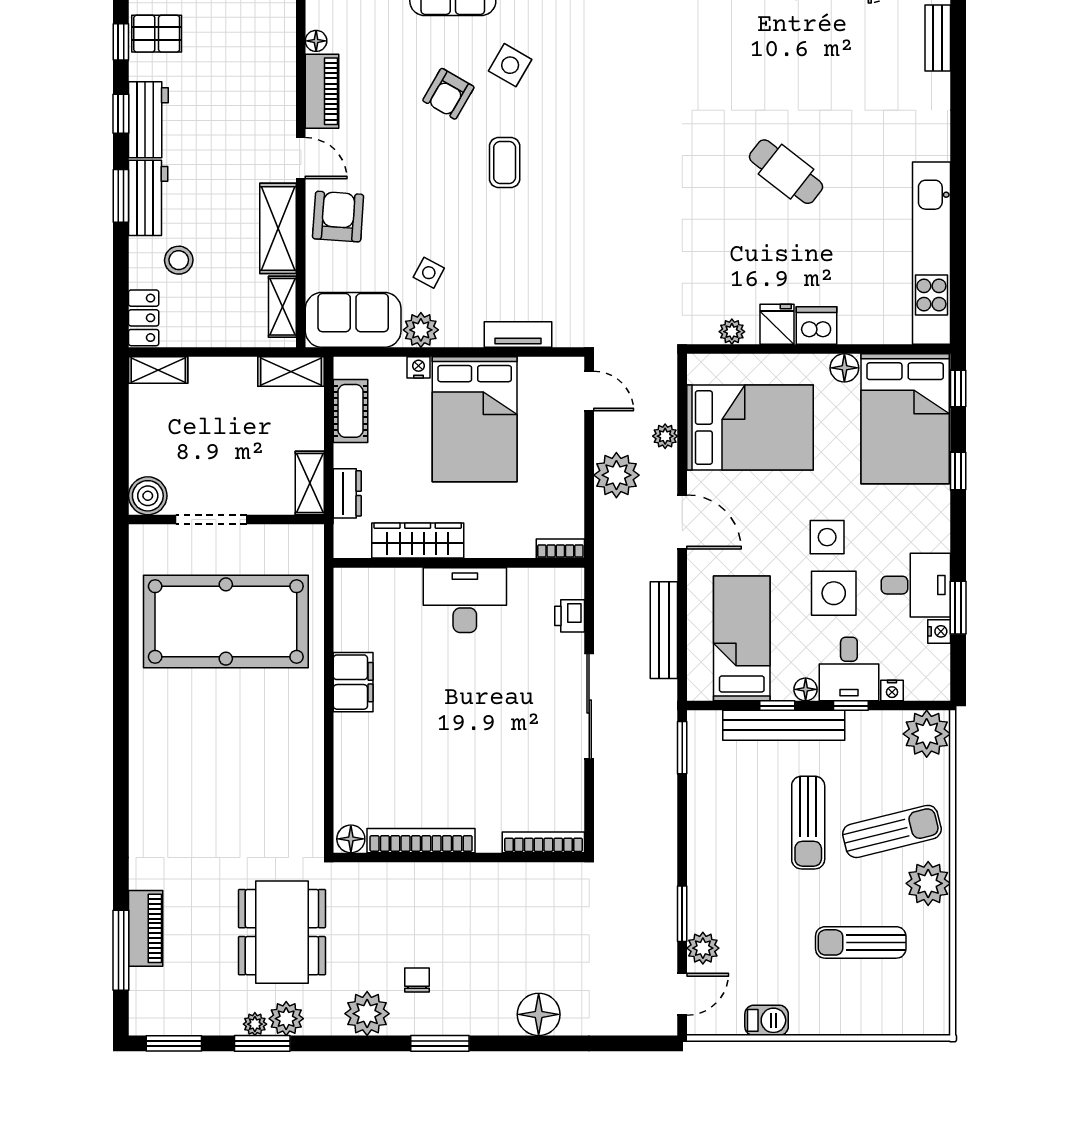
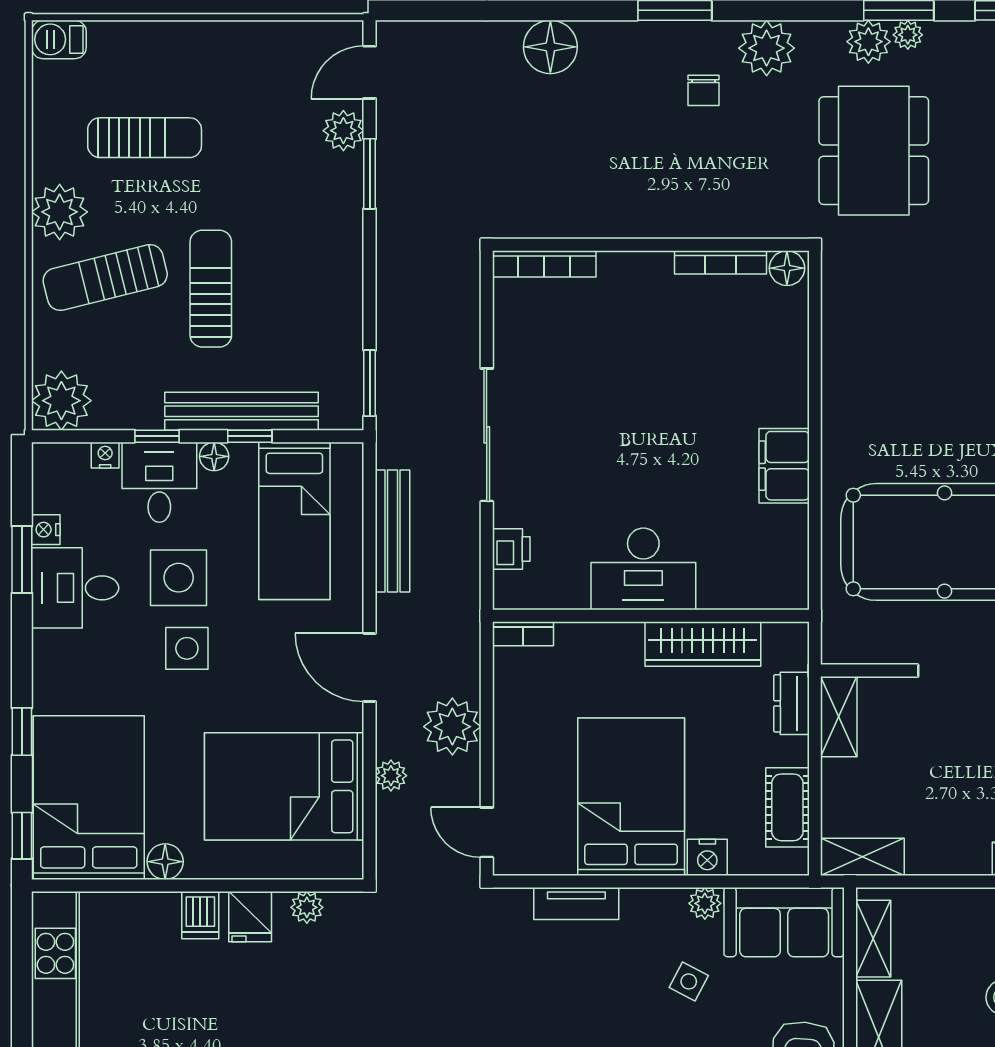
dishwasher: (816, 325) -> (200, 915), width x0.73
plant: (421, 330) -> (705, 903), width x0.73, depth x0.73
nightstand: (418, 367) -> (707, 857), width x1.39, depth x1.35
bookcase: (421, 841) -> (720, 262), width x0.68, depth x0.76
barbecue: (767, 1020) -> (59, 39), moved

